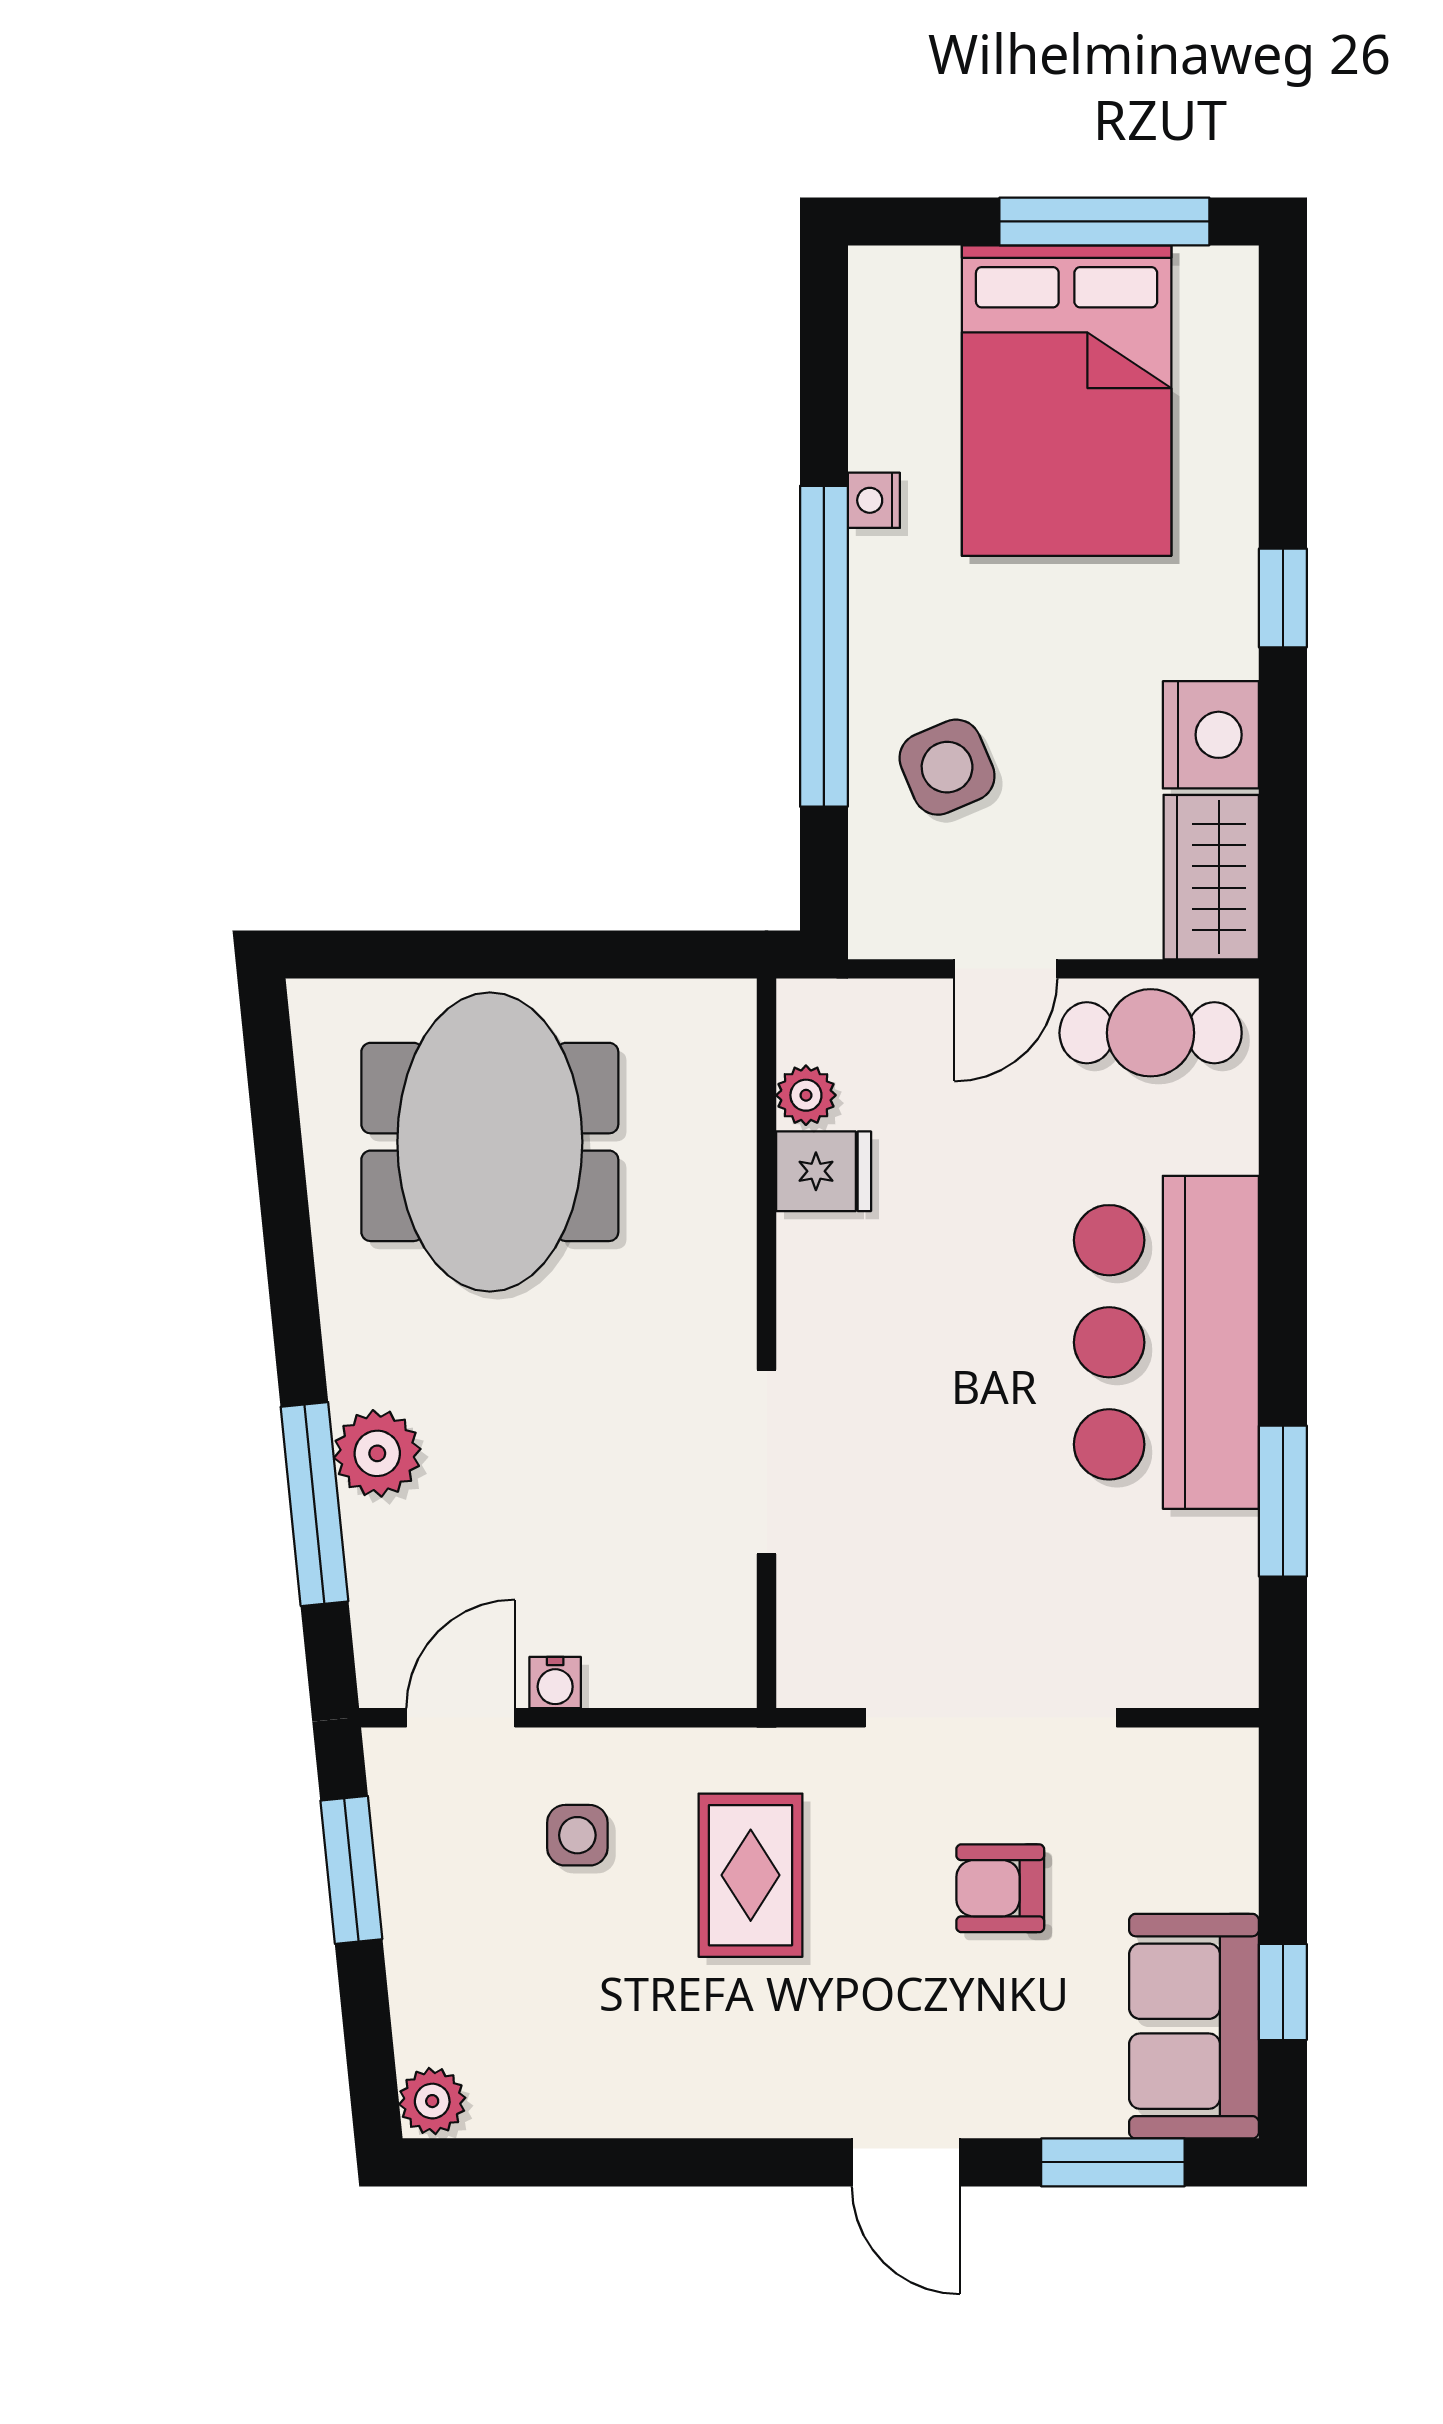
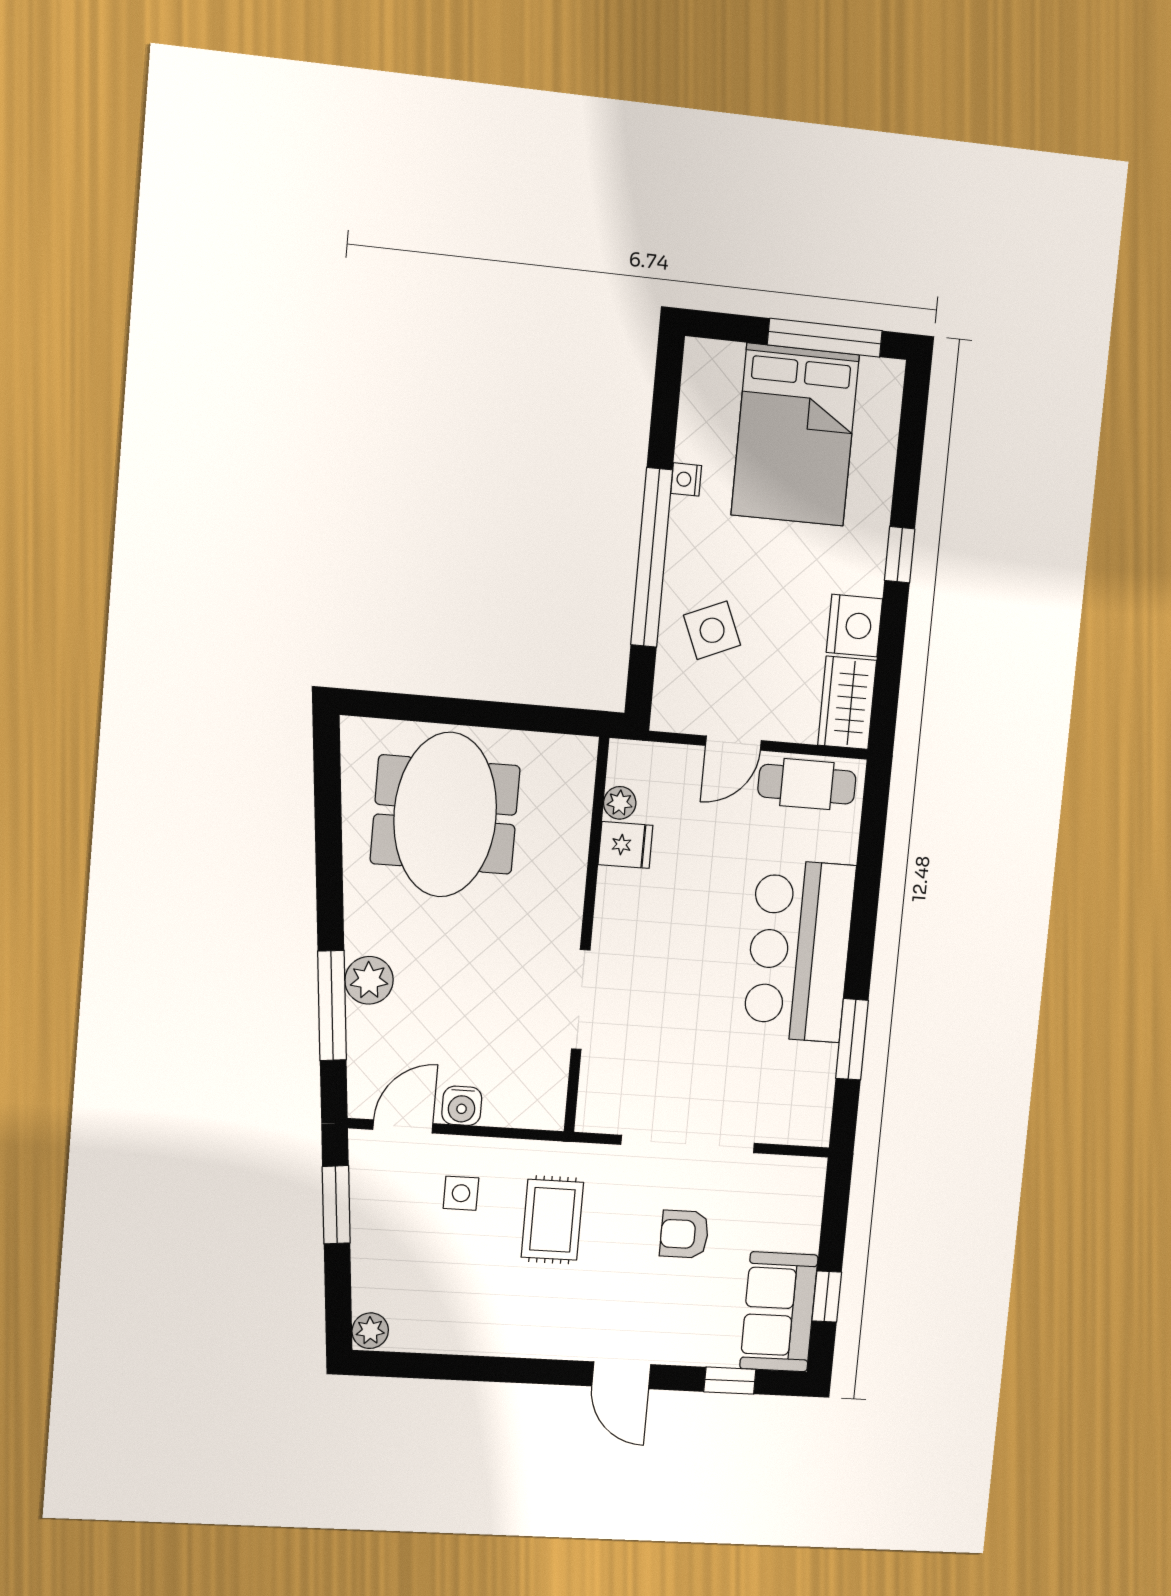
water cooler: (555, 1683) -> (462, 1106), width x1.38, depth x1.38
window: (1113, 2162) -> (730, 1381), width x0.67

